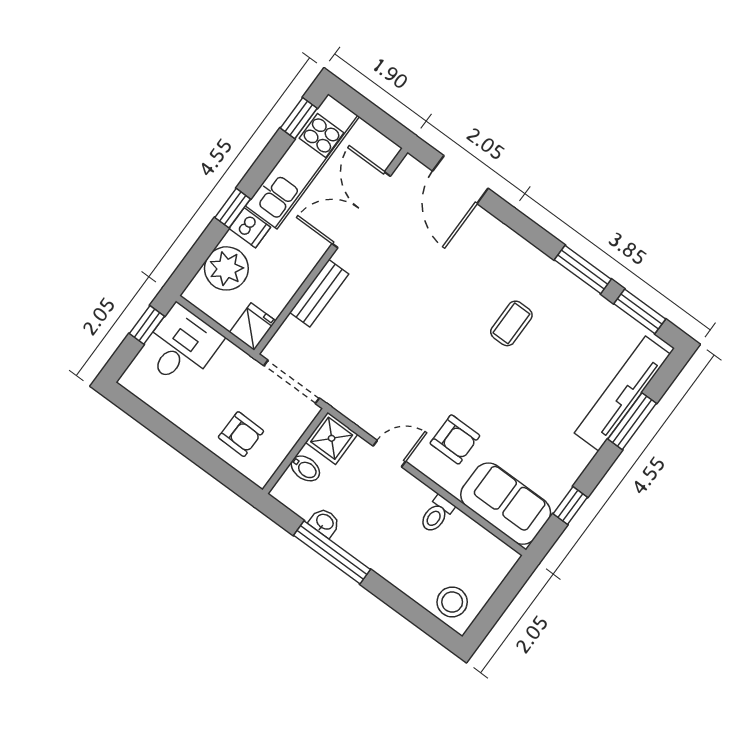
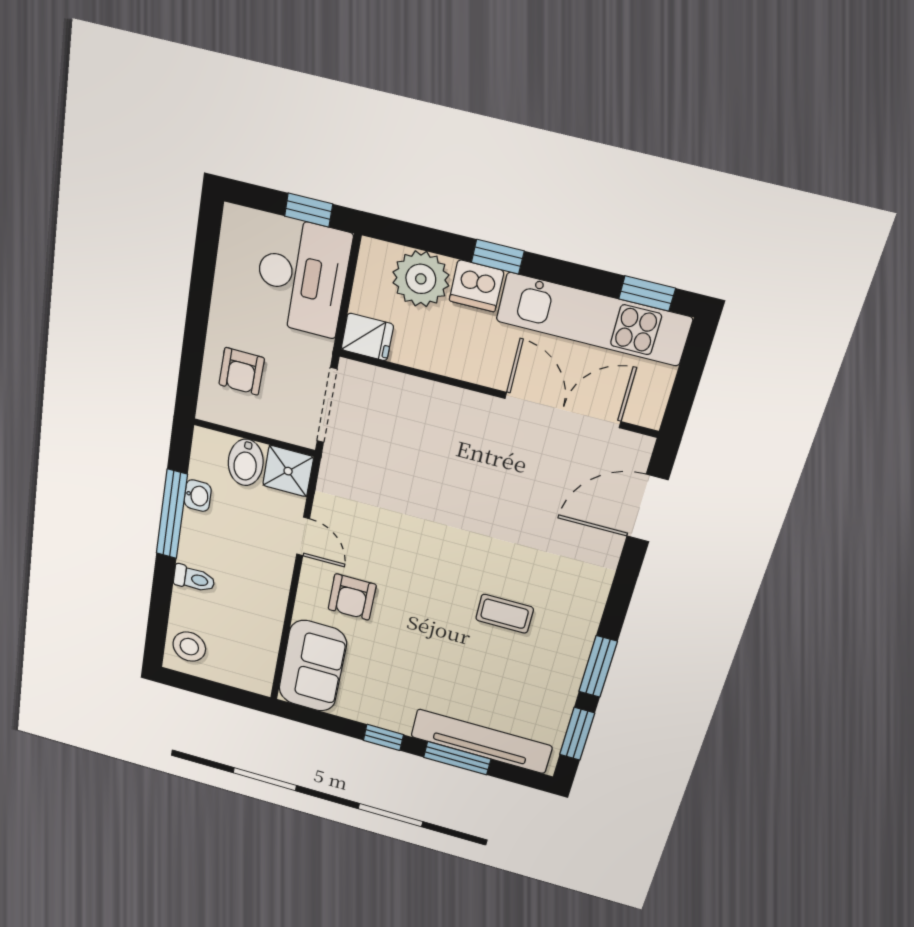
dishwasher: (250, 228) -> (476, 286), width x1.38
bench: (319, 293) -> (442, 398), removed
desk: (181, 346) -> (302, 277), width x1.37
bidet: (305, 468) -> (246, 462), width x1.38, depth x1.36
window: (570, 506) -> (383, 737), moved
toilet: (437, 514) -> (194, 579), moved, turned 180

